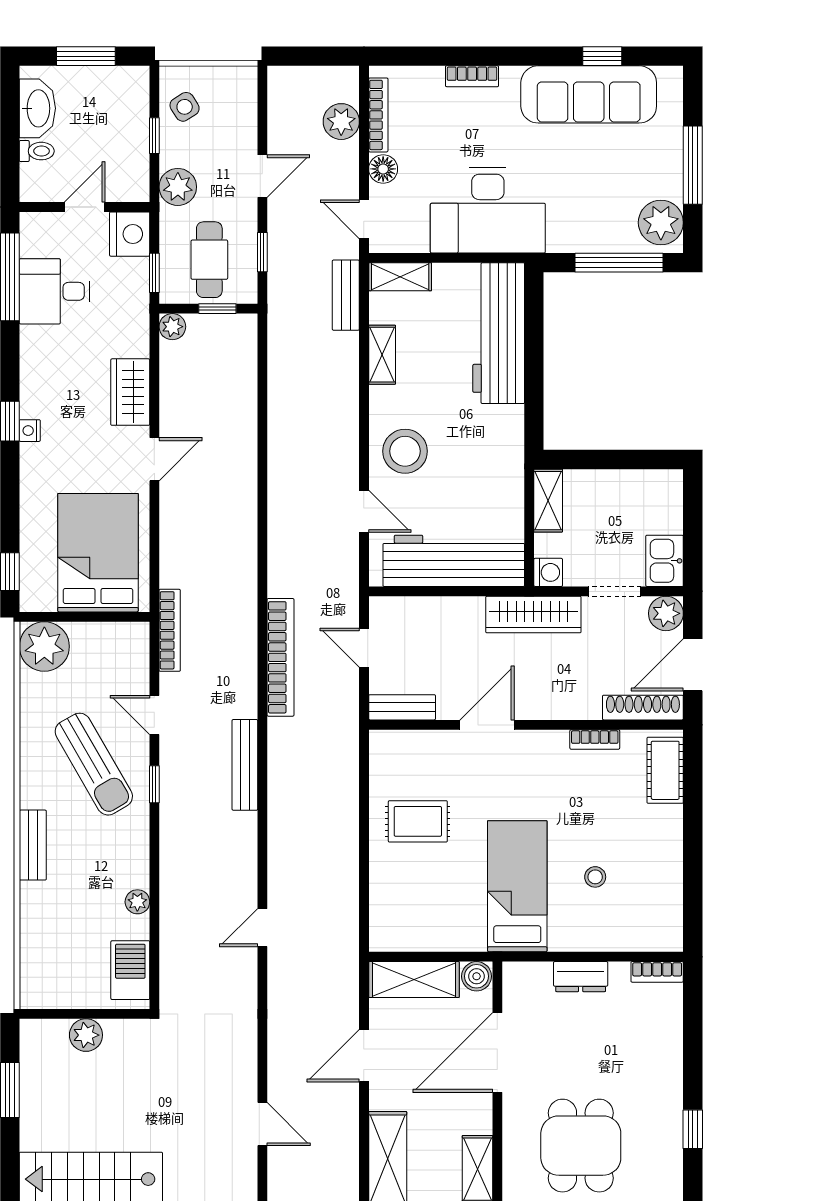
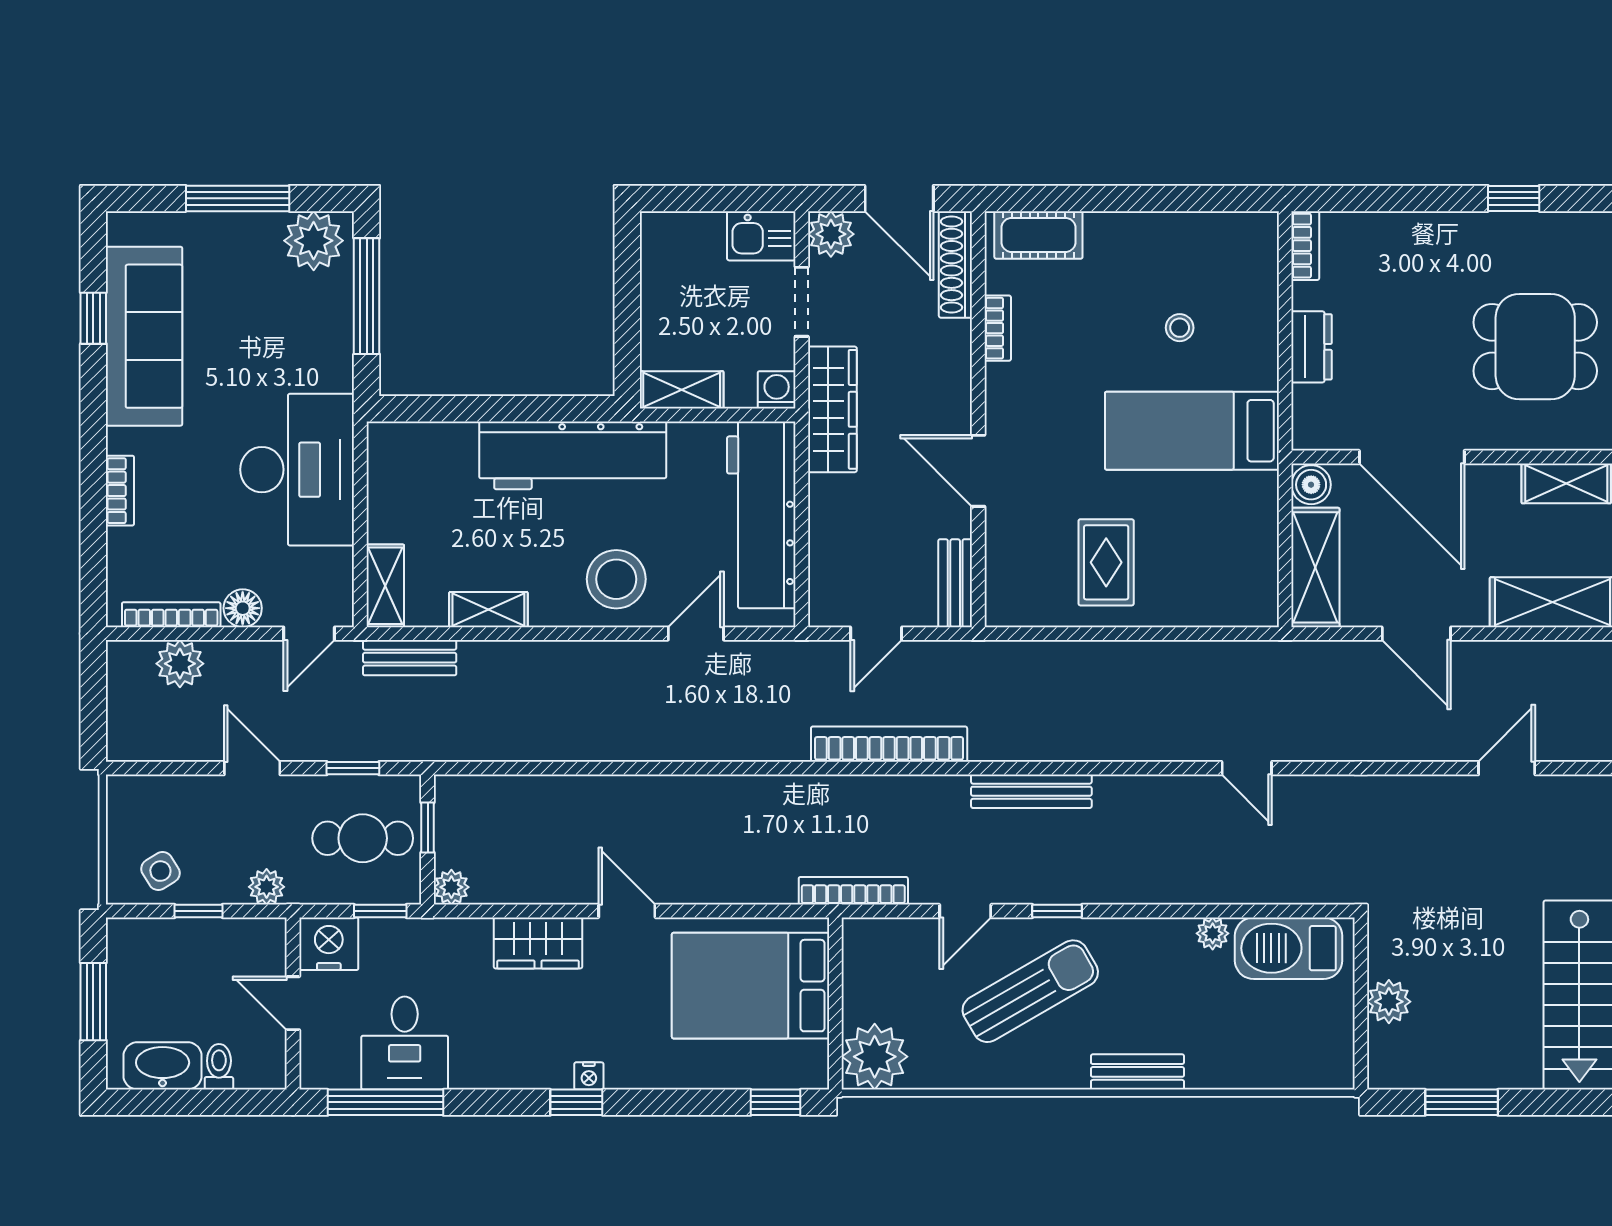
plant: (178, 187) -> (267, 887), width x0.73, depth x0.73
workbench: (499, 333) -> (573, 455), moved
barbecue: (130, 970) -> (1289, 948), width x1.37, depth x1.21

